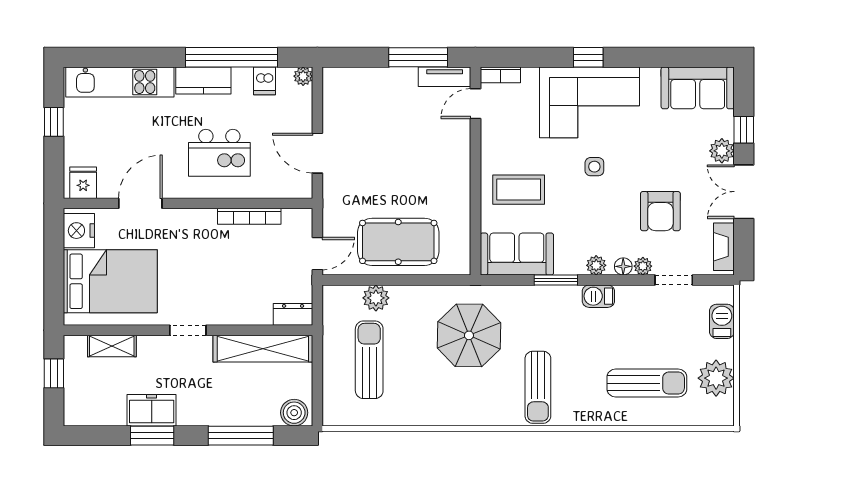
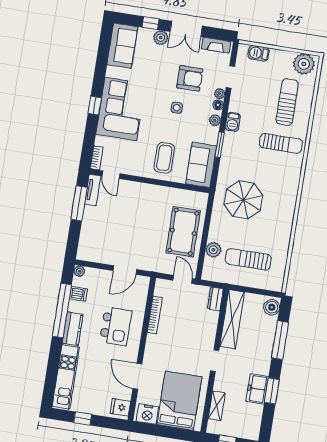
side table: (594, 167) -> (177, 108), moved
plant: (716, 378) -> (304, 64), moved
sun lounger: (538, 387) -> (281, 143), moved

